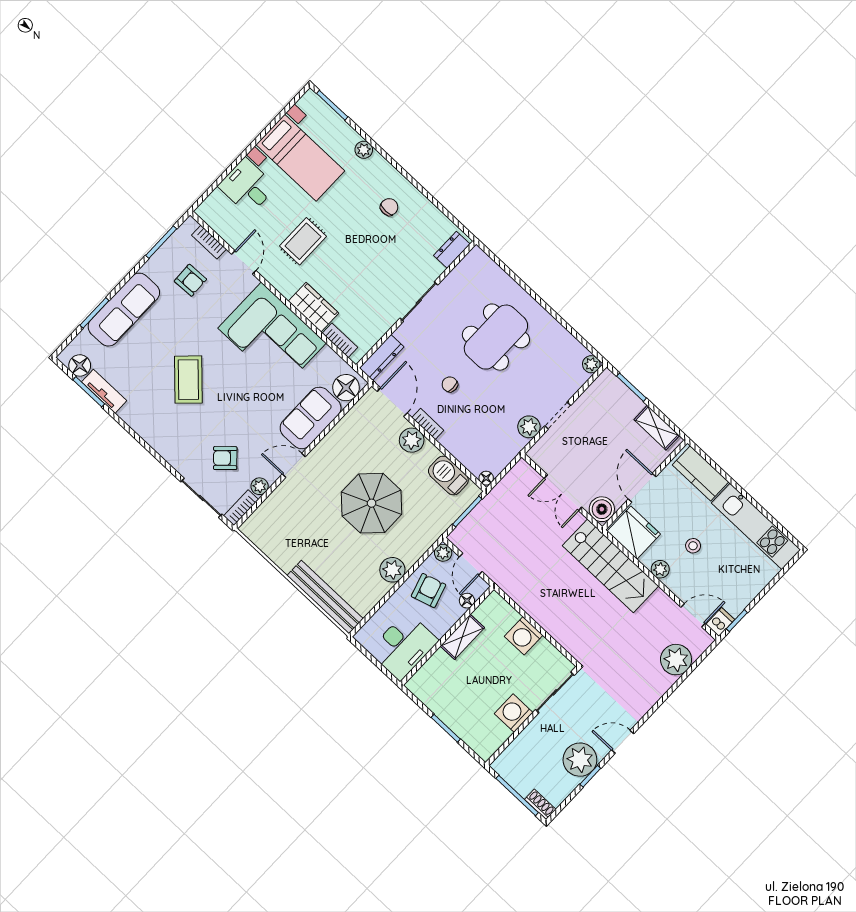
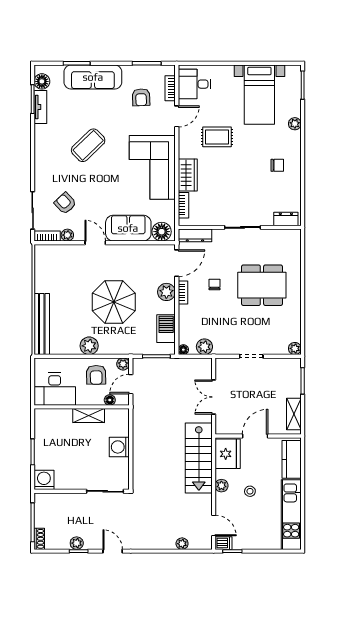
desk: (247, 186) -> (194, 84), moved, turned -90
plant: (529, 427) -> (204, 347), moved
boiler: (602, 509) -> (224, 425), removed
armchair: (428, 590) -> (96, 375), turned 106
plant: (676, 660) -> (182, 544), width x0.53, depth x0.53
washing machine: (514, 713) -> (44, 480), moved
plant: (580, 760) -> (77, 543), width x0.53, depth x0.53

